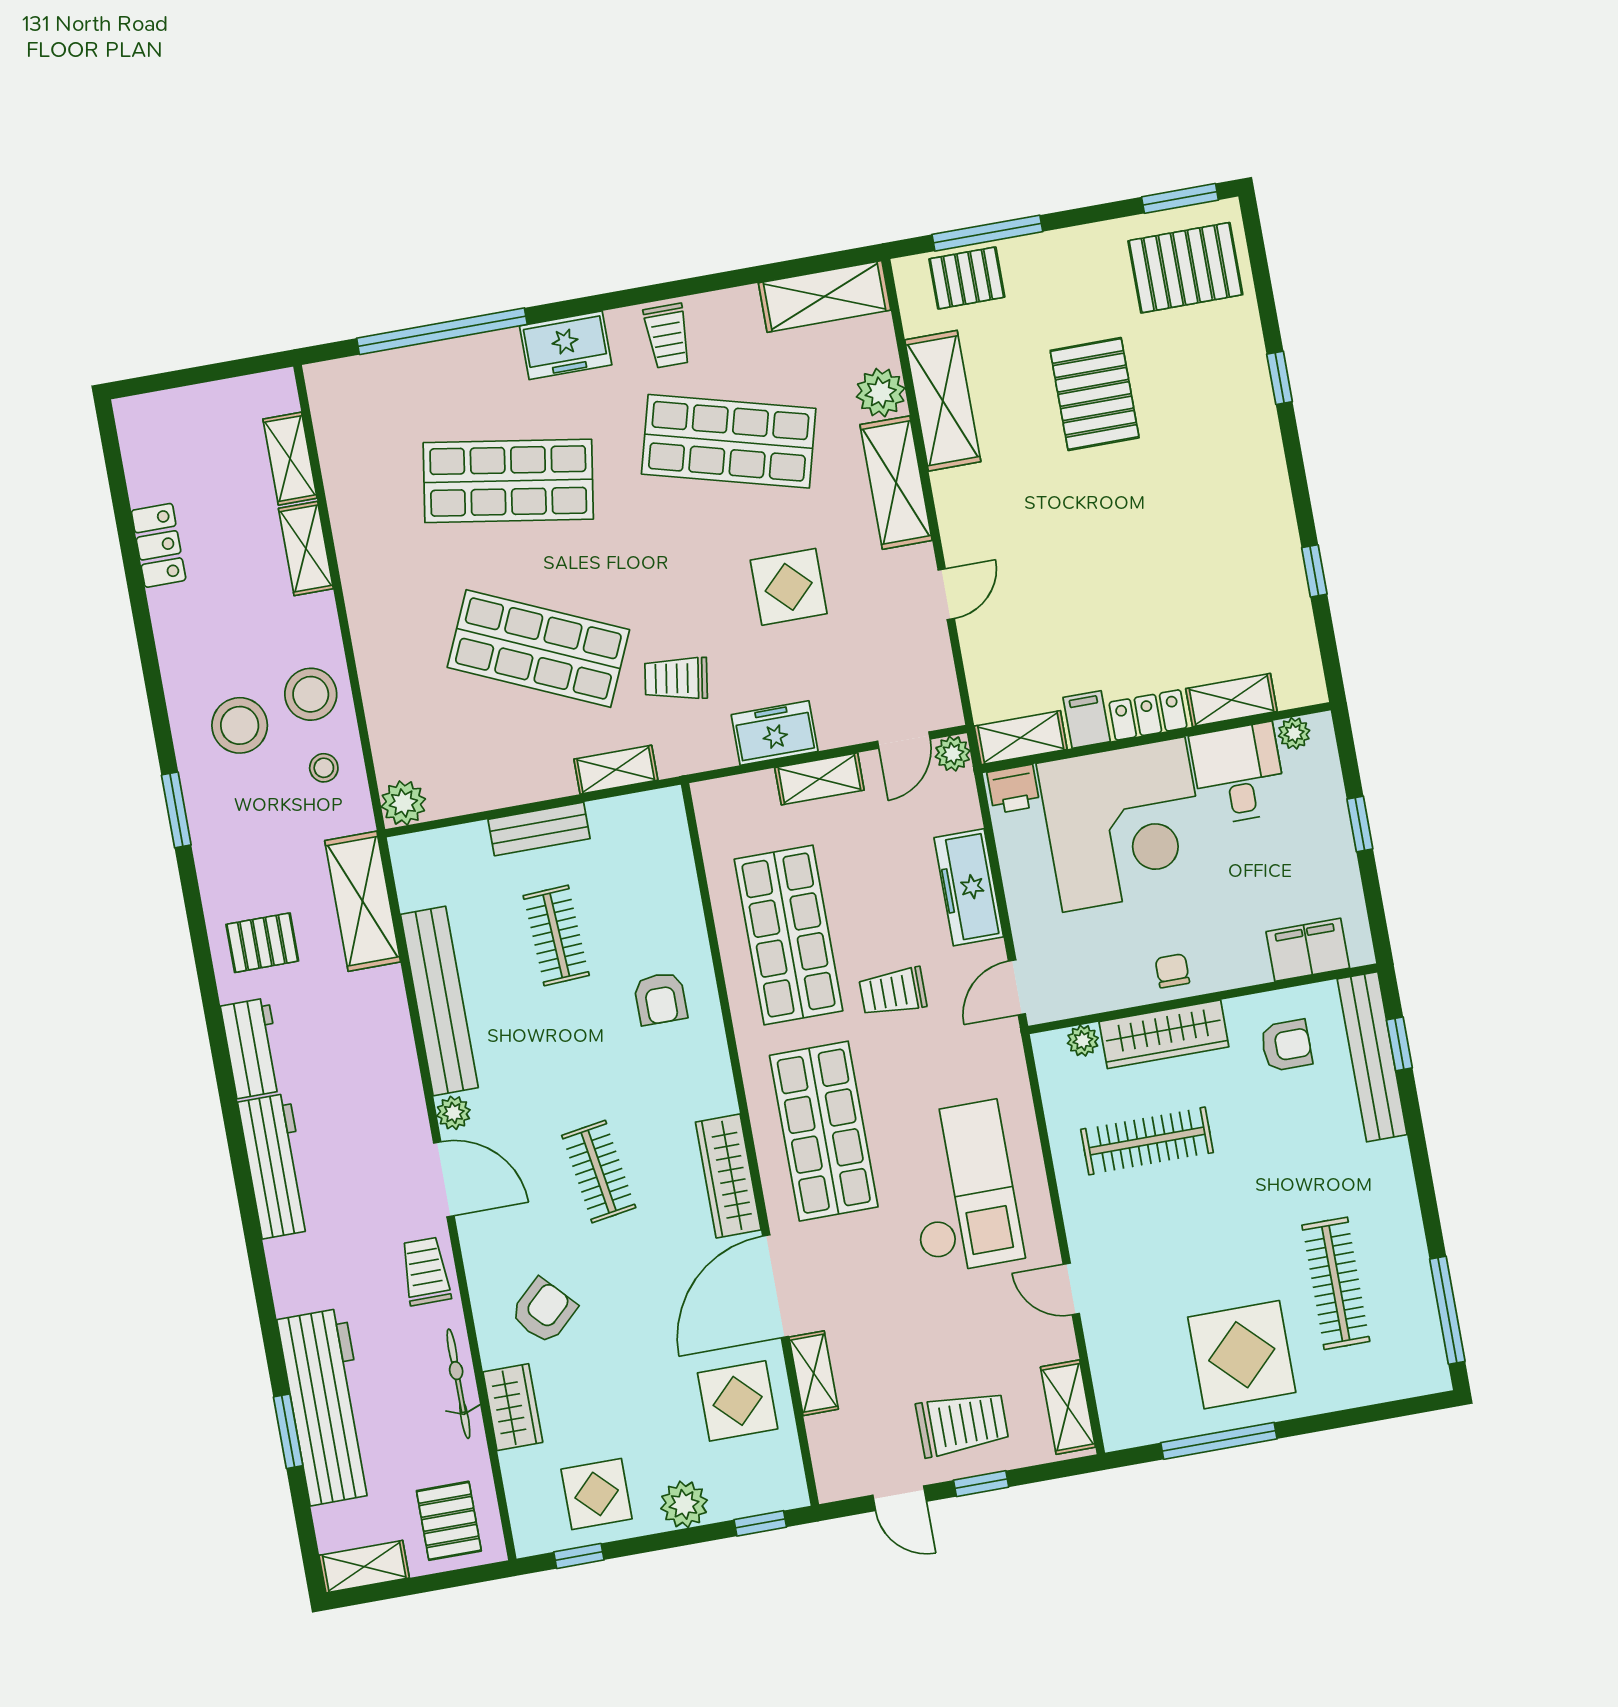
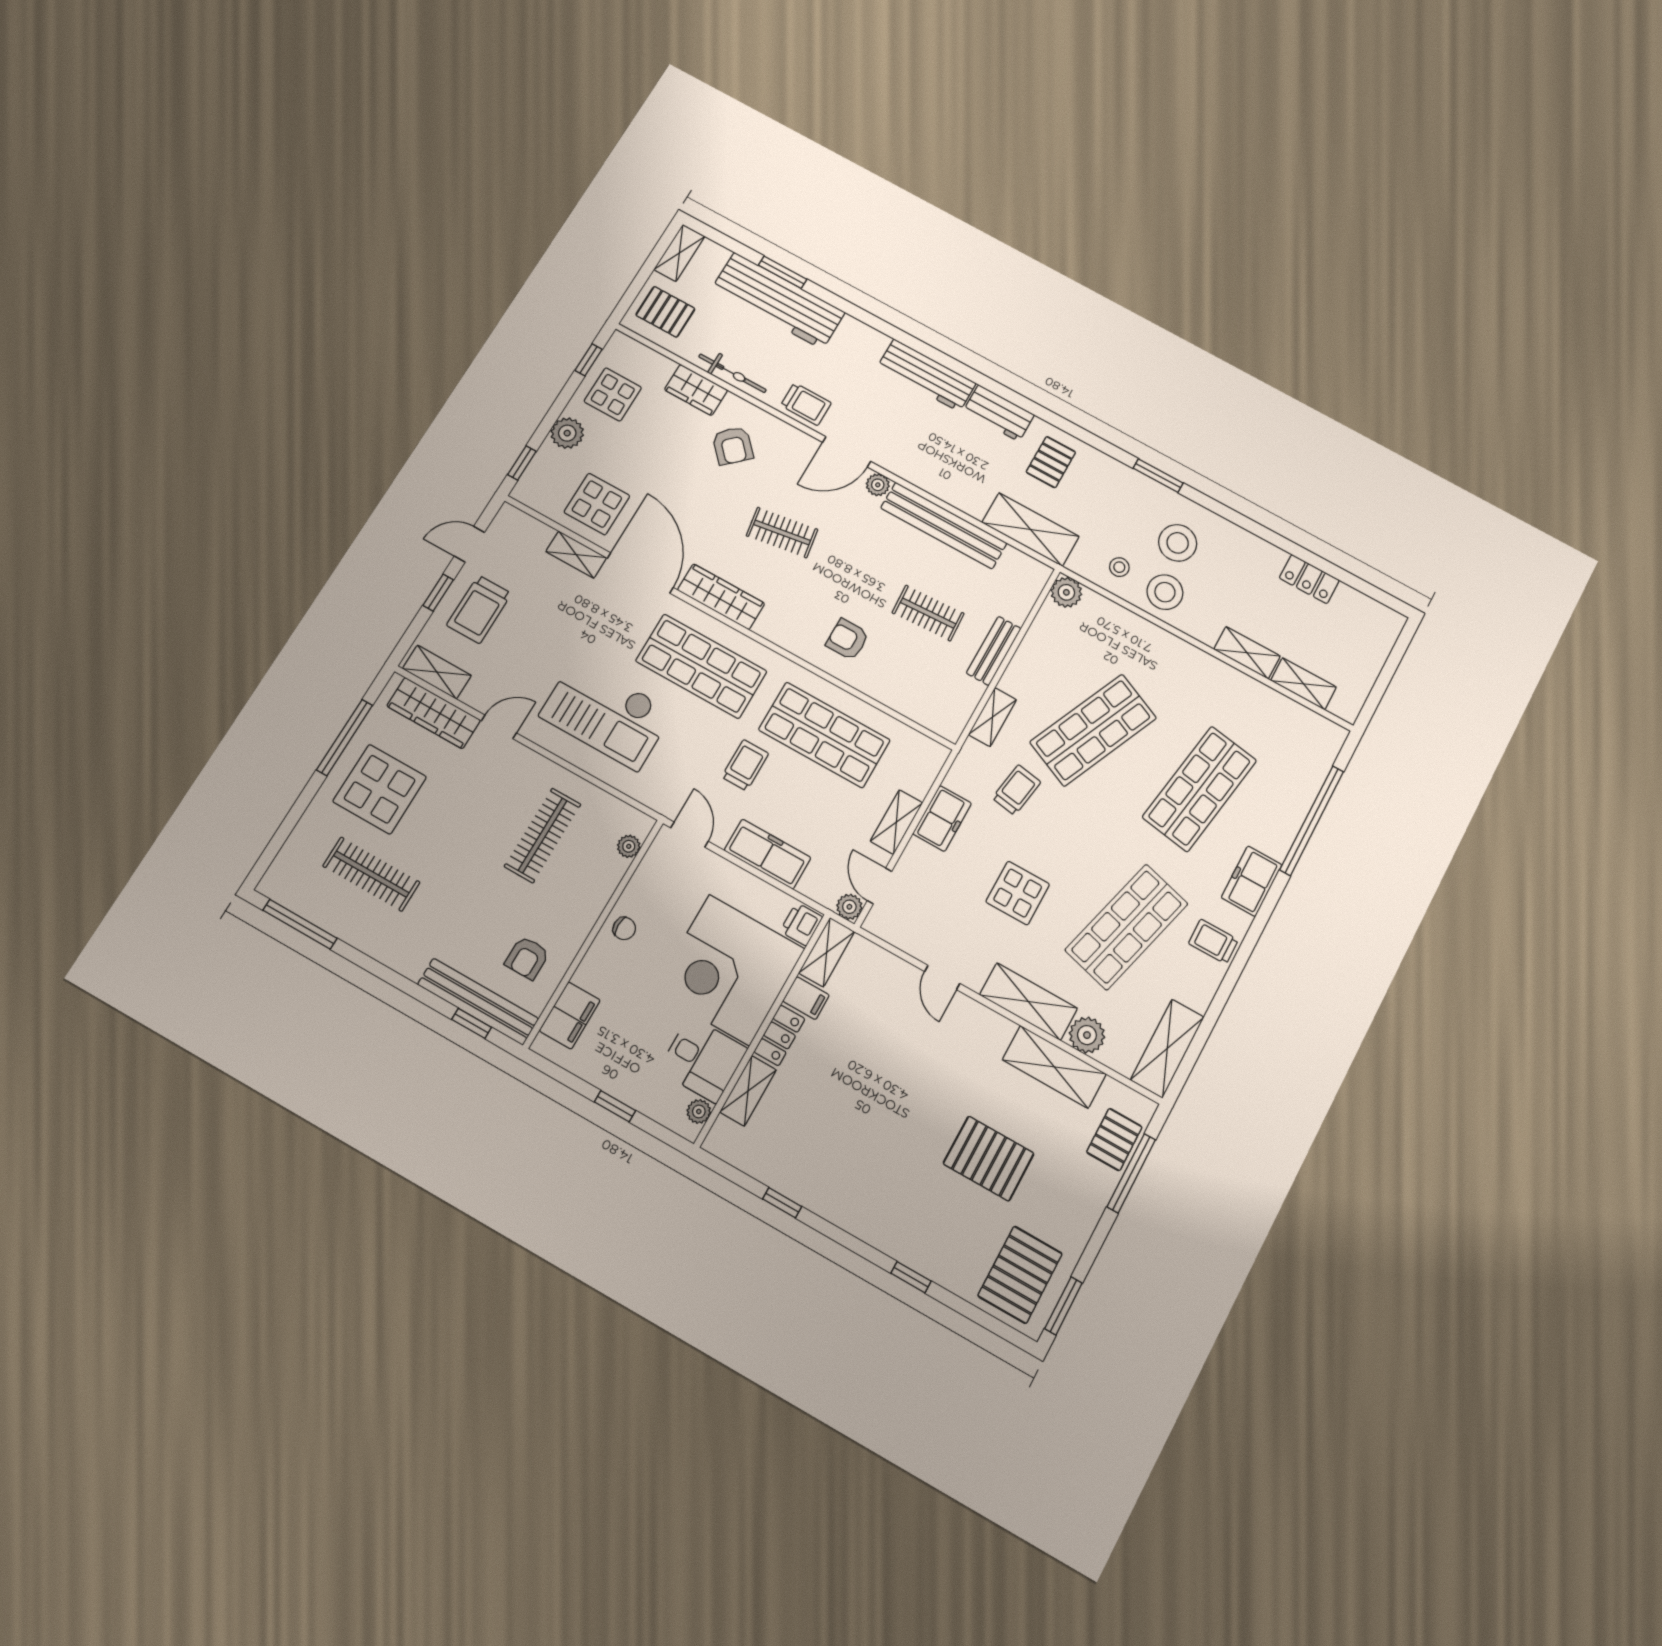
wardrobe: (1164, 1034) -> (434, 713), moved, turned -90

